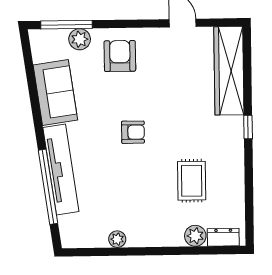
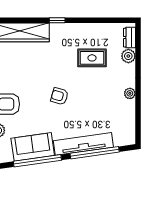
window: (34, 100) -> (37, 161), added
armchair: (133, 132) -> (59, 96), turned -74
plant: (117, 239) -> (130, 93), moved

